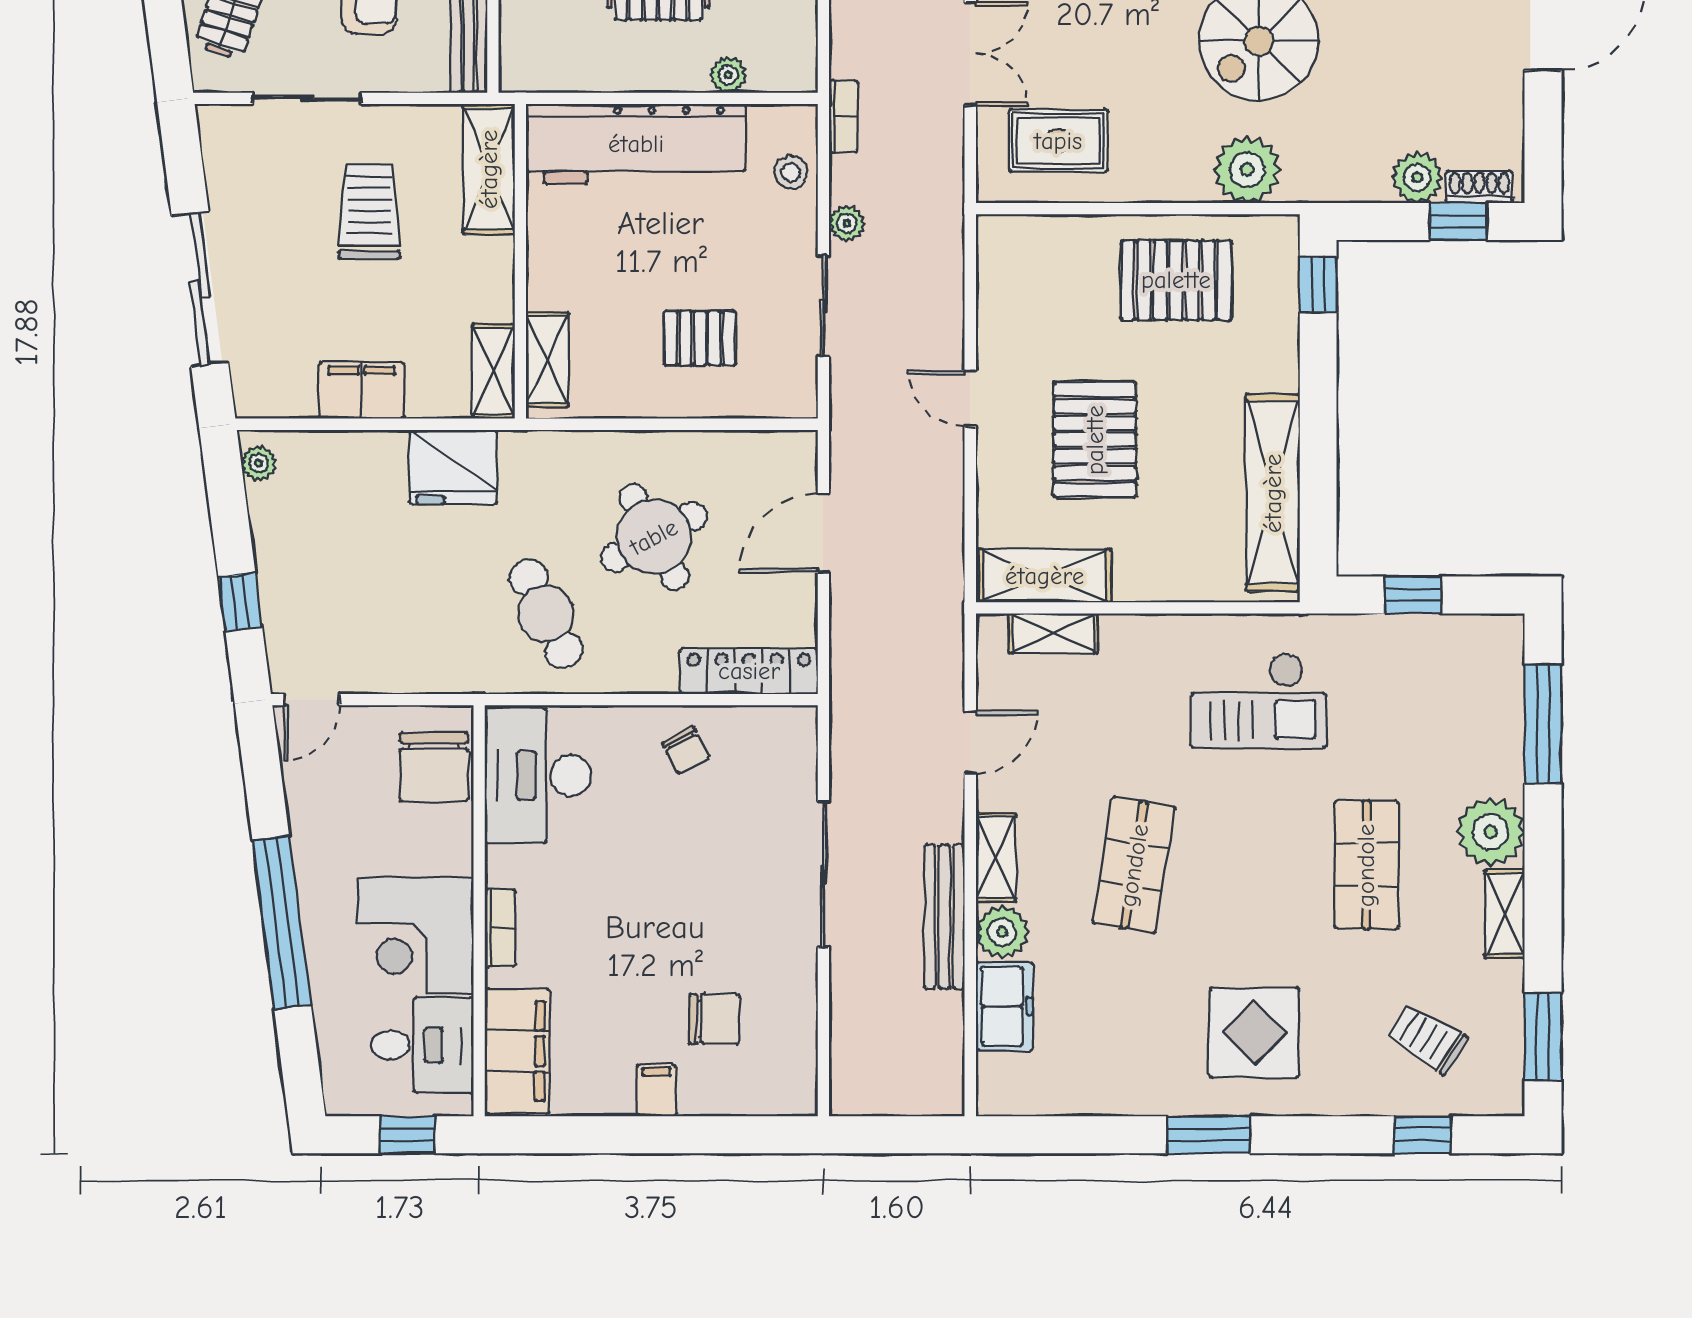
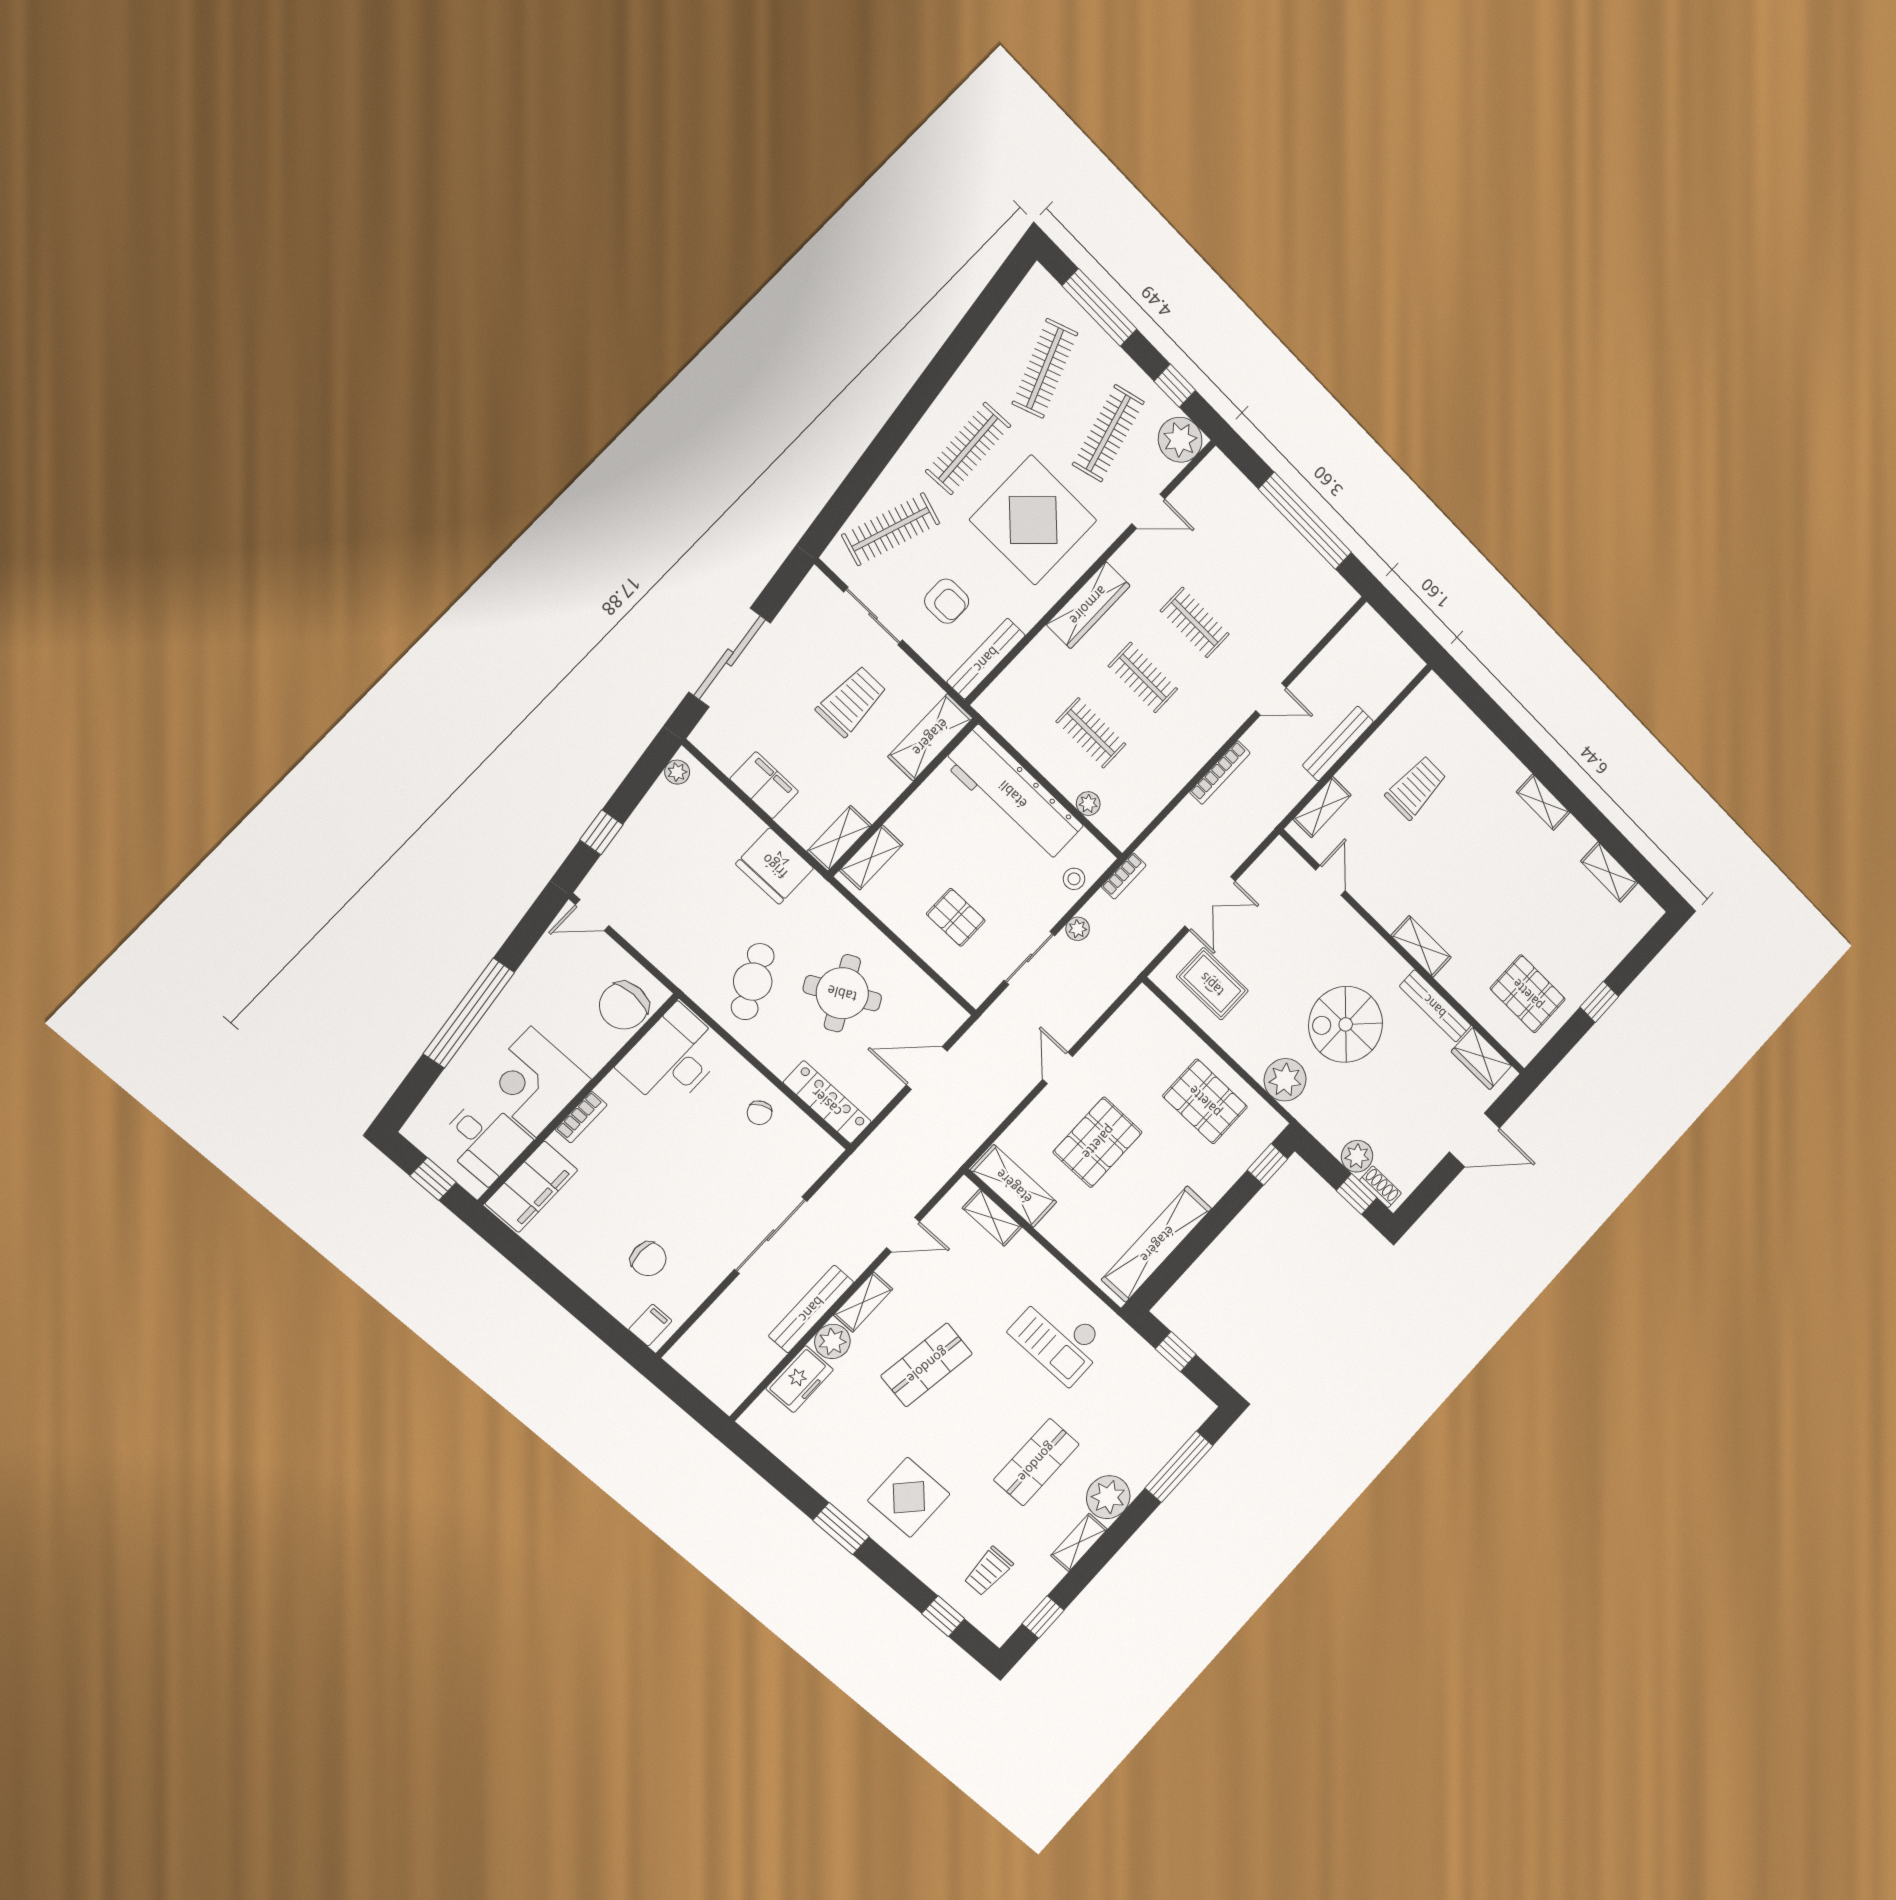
window: (1543, 1036) -> (1043, 1617), width x0.67
trolley: (1427, 1038) -> (988, 1571), turned -122
filing cabinet: (656, 1090) -> (650, 1325), moved

